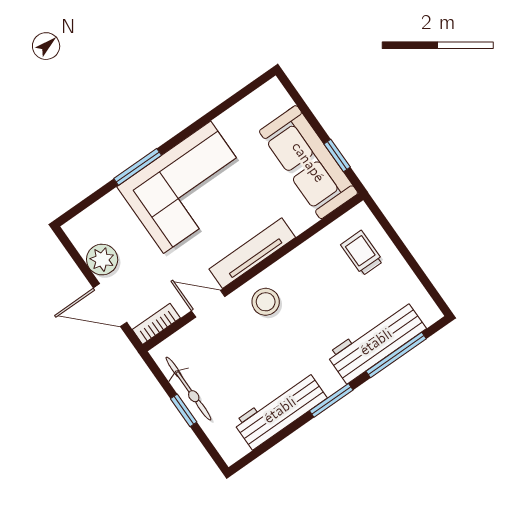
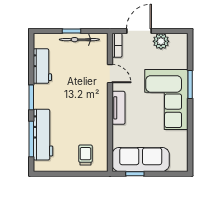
tv unit: (252, 253) -> (118, 108), width x0.71
trolley: (362, 253) -> (85, 155), turned -90
stool: (266, 302) -> (93, 99), removed
door: (208, 304) -> (110, 74), hinge flipped
workbench: (280, 410) -> (42, 66), width x0.73

